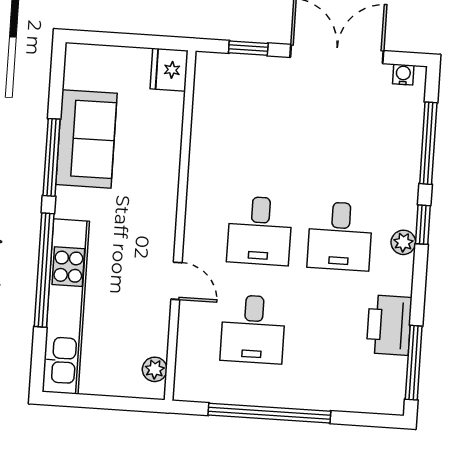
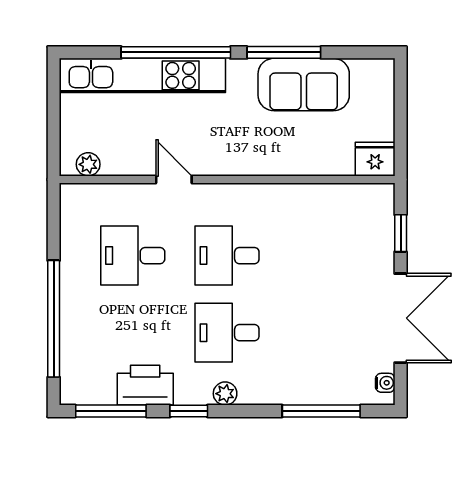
window: (423, 225) -> (189, 411), moved
door: (177, 281) -> (174, 180), swing flipped
window: (269, 413) -> (54, 319), moved

